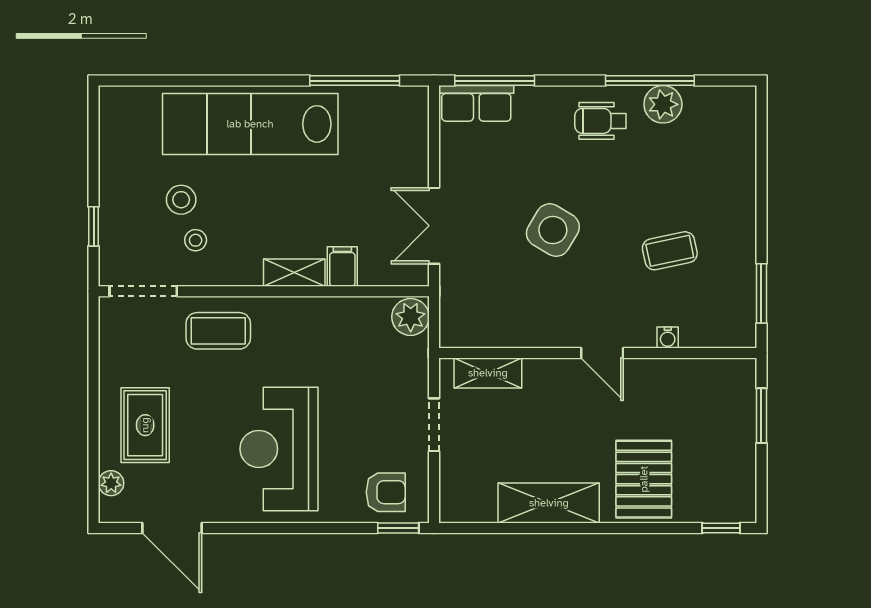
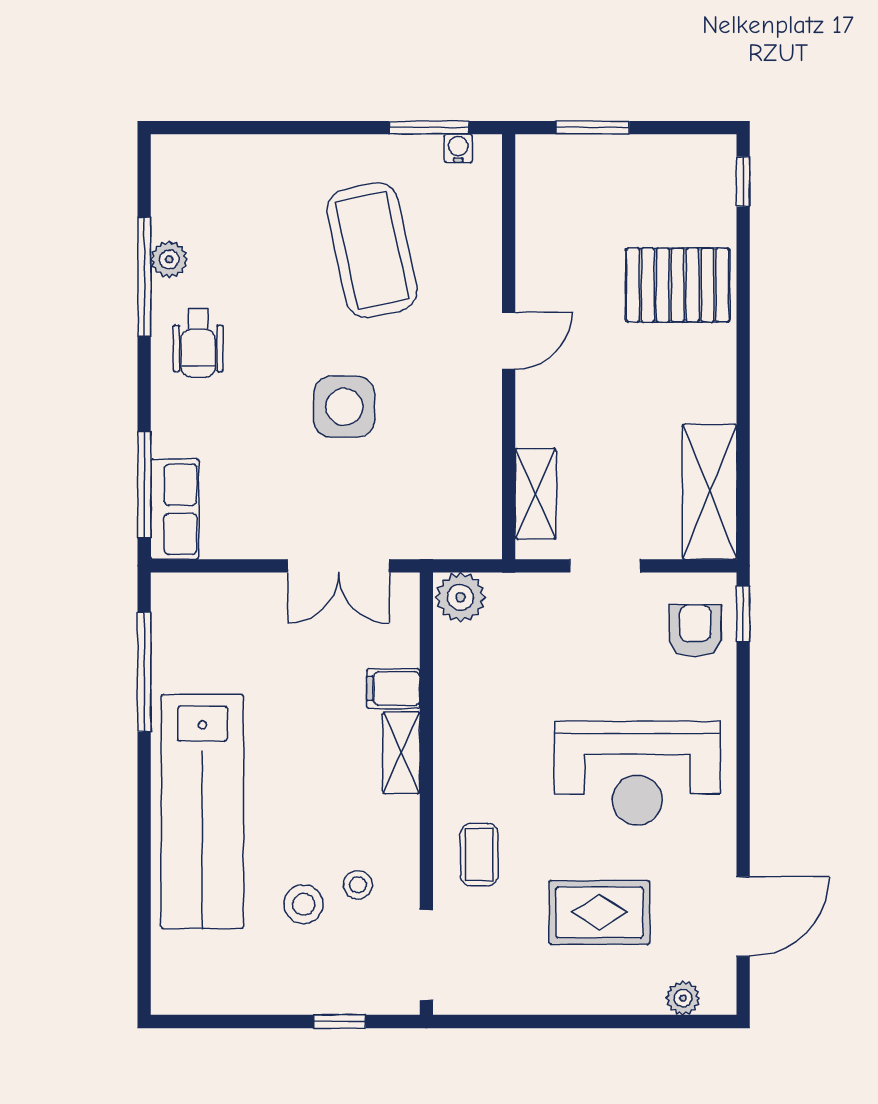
plant: (663, 104) -> (169, 259), width x0.73, depth x0.73
side table: (553, 230) -> (344, 407), turned -31
coffee table: (670, 251) -> (372, 250), width x1.86, depth x1.72
coffee table: (218, 331) -> (479, 855), width x0.73, depth x0.77
water cooler: (668, 337) -> (458, 148), moved, turned -90
rug: (145, 425) -> (599, 912), moved
shelving: (549, 503) -> (710, 492), moved

